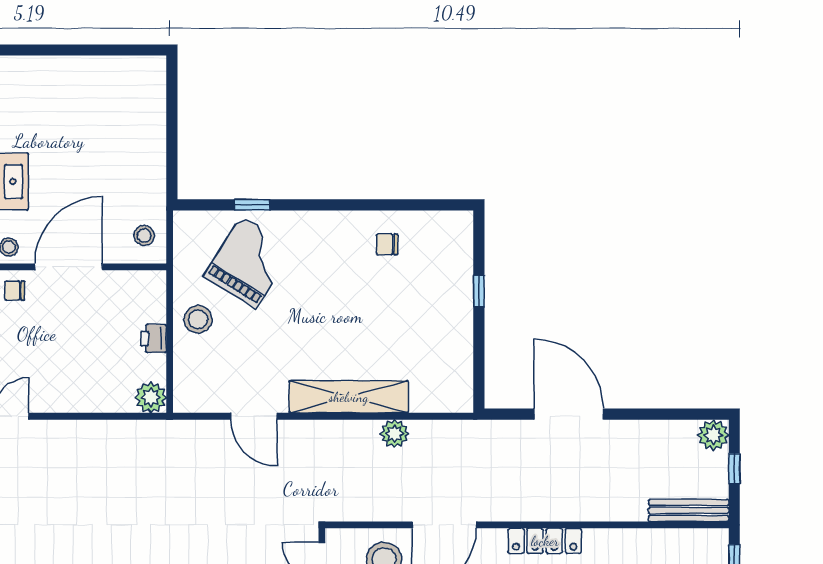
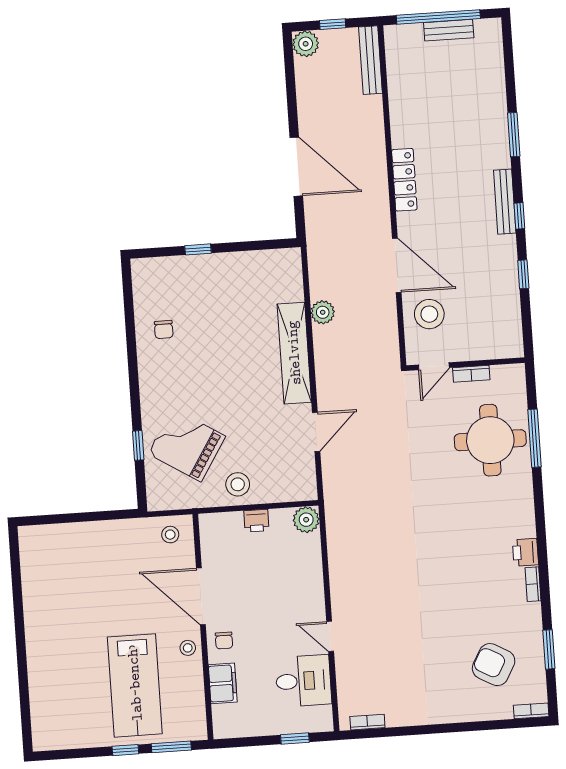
door: (569, 414) -> (296, 167), swing flipped

